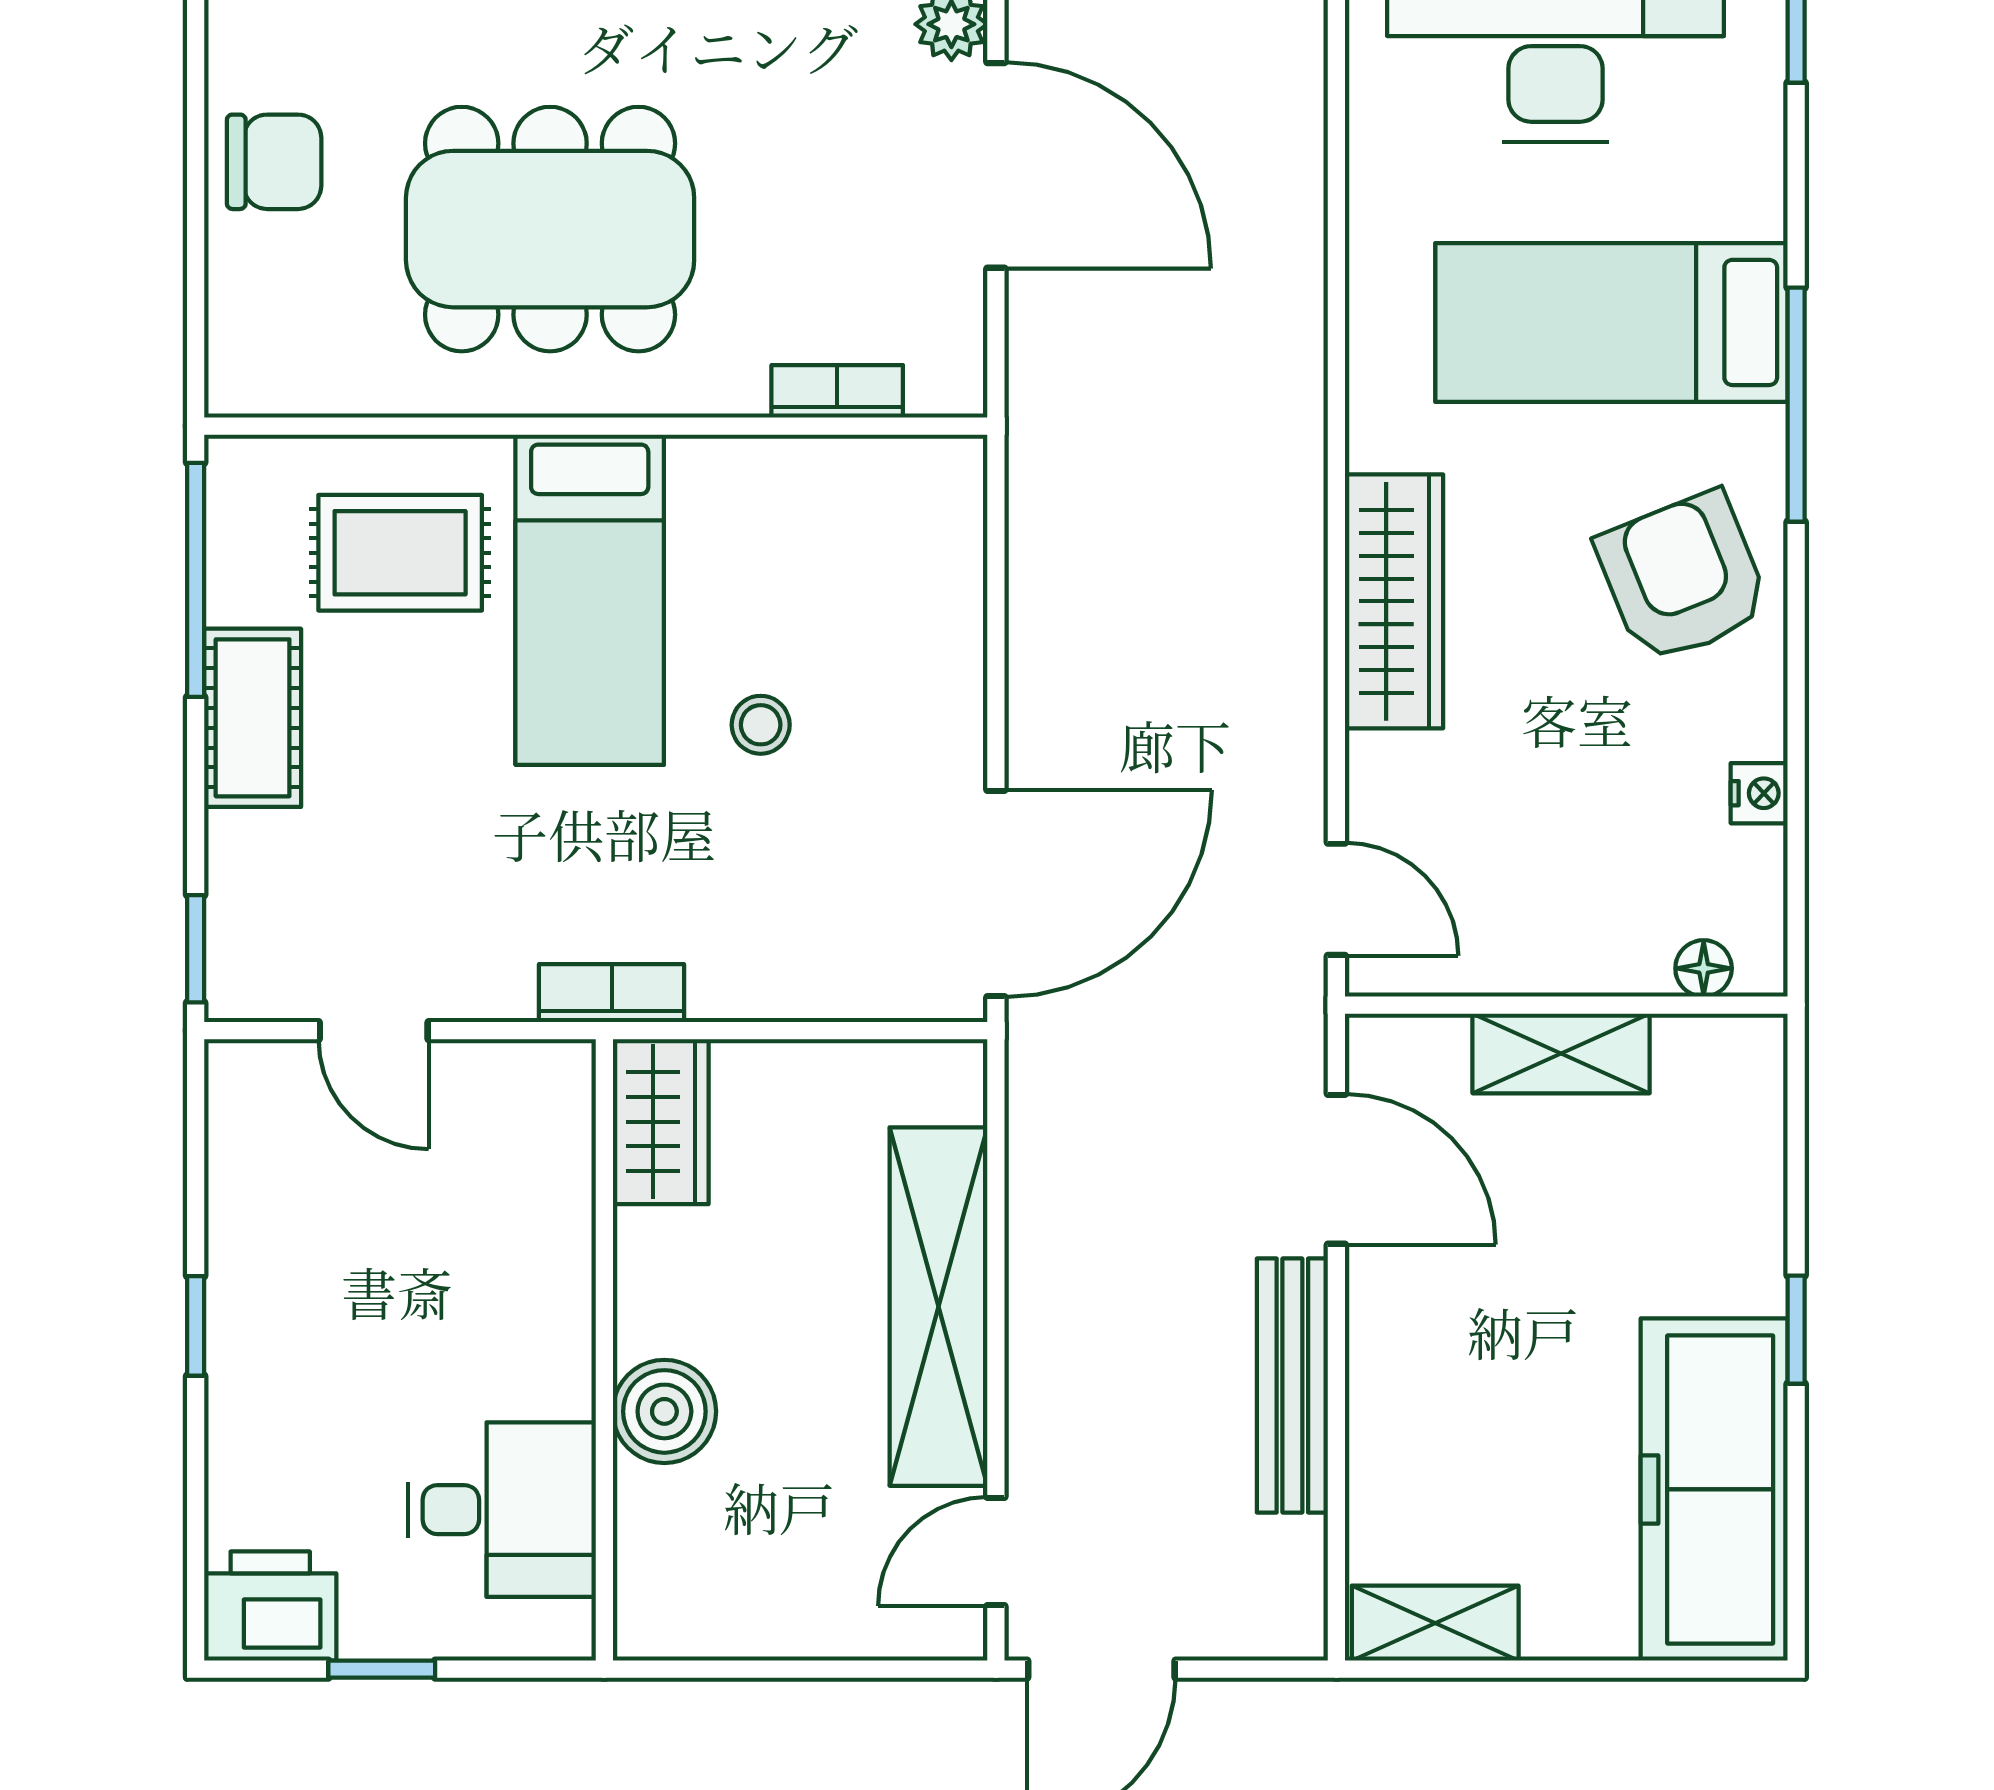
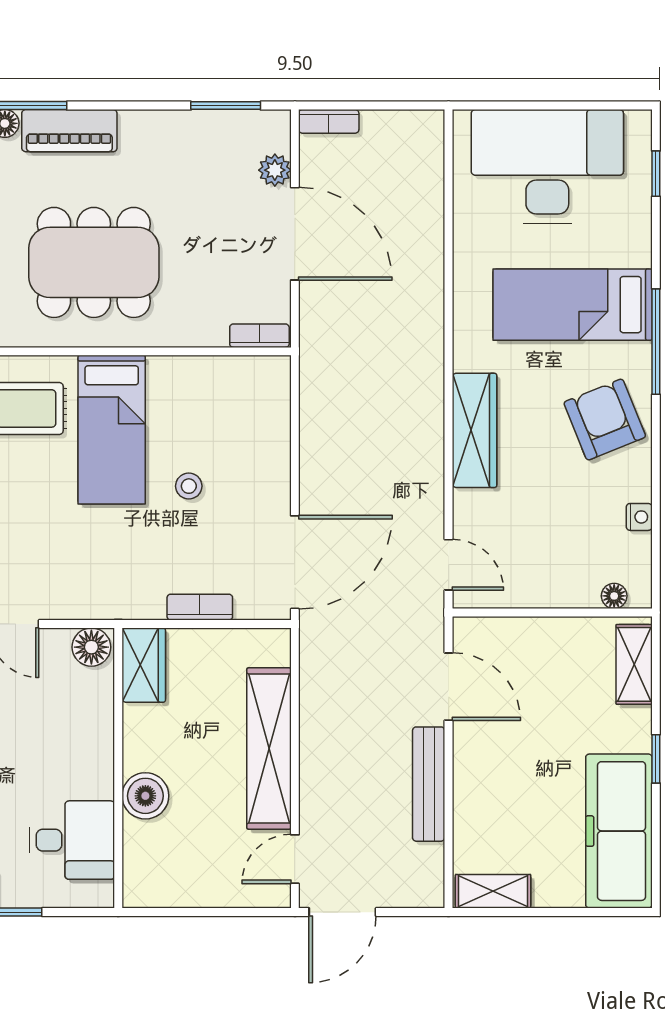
bookcase: (837, 391) -> (259, 336), moved
bookcase: (612, 993) -> (200, 607), moved
shelving: (1561, 1053) -> (634, 664), moved, turned 90
floor lamp: (545, 1082) -> (91, 647), added

